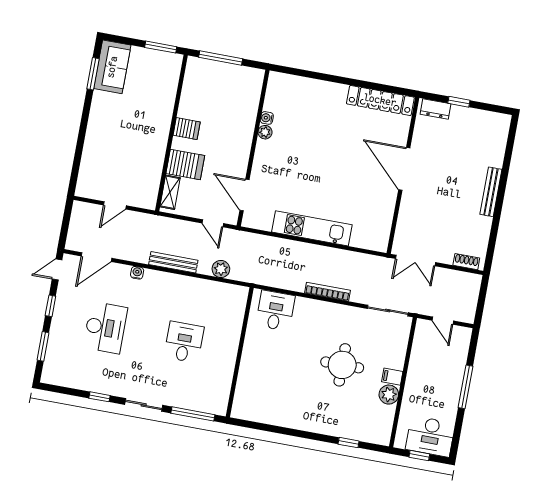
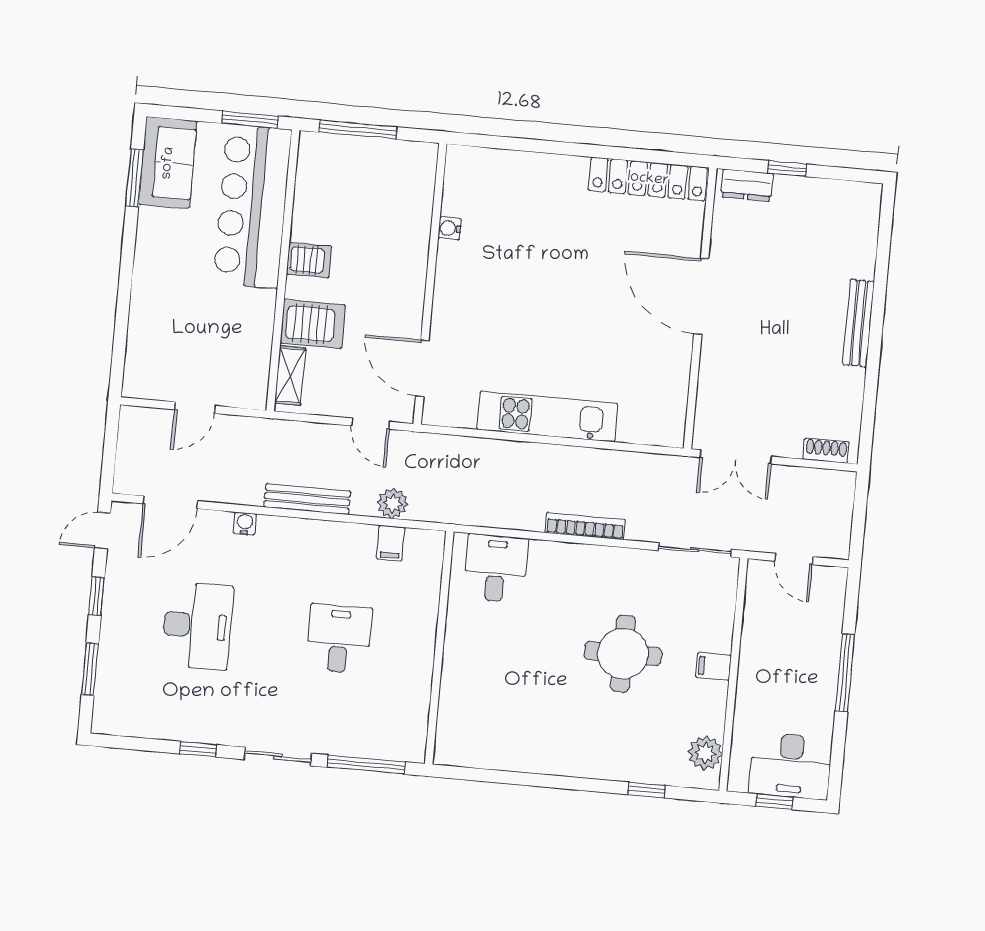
bar counter: (158, 96) -> (252, 206), added
plant: (265, 132) -> (449, 254), removed
filing cabinet: (218, 291) -> (391, 543), added
plant: (389, 395) -> (705, 753), moved

